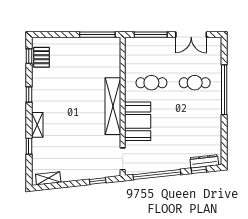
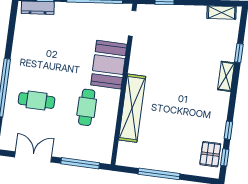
window: (97, 35) -> (159, 174), moved
cafe table: (151, 83) -> (87, 107), turned 90
window: (29, 95) -> (228, 130), moved
shelving: (113, 106) -> (132, 108), moved

